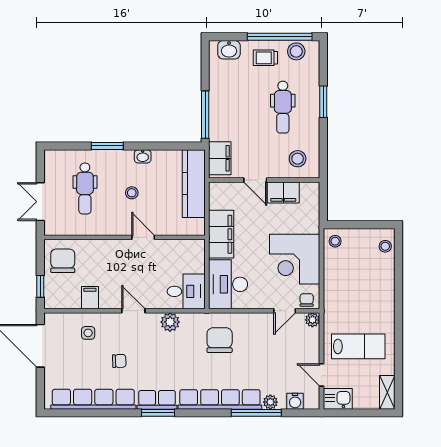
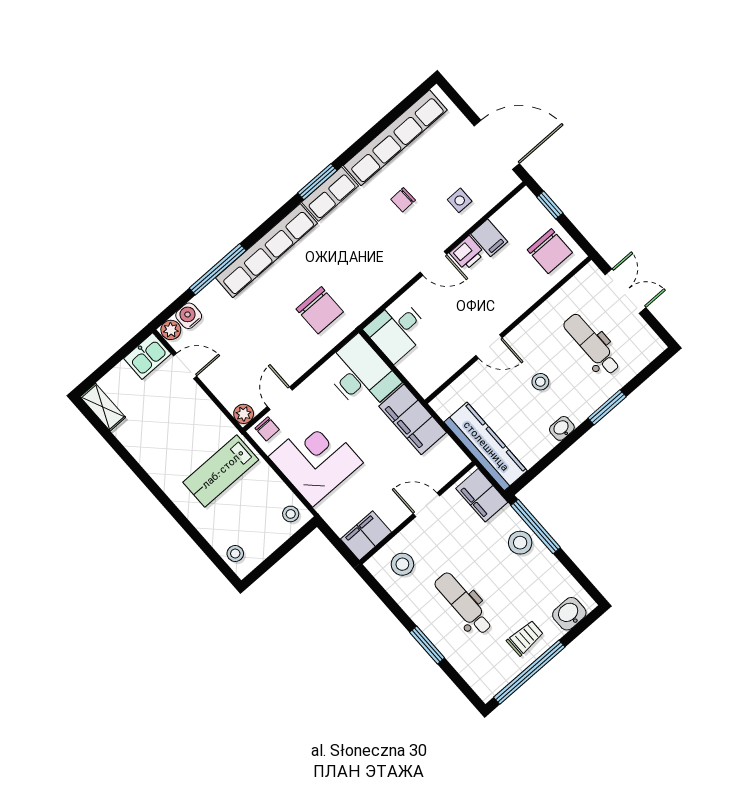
stool: (296, 51) -> (520, 543), moved
filing cabinet: (283, 192) -> (366, 536), moved
printer: (110, 300) -> (467, 253), added
plant: (170, 322) -> (386, 285), removed
lab bench: (358, 346) -> (221, 471), moved
plant: (270, 402) -> (171, 330), moved

